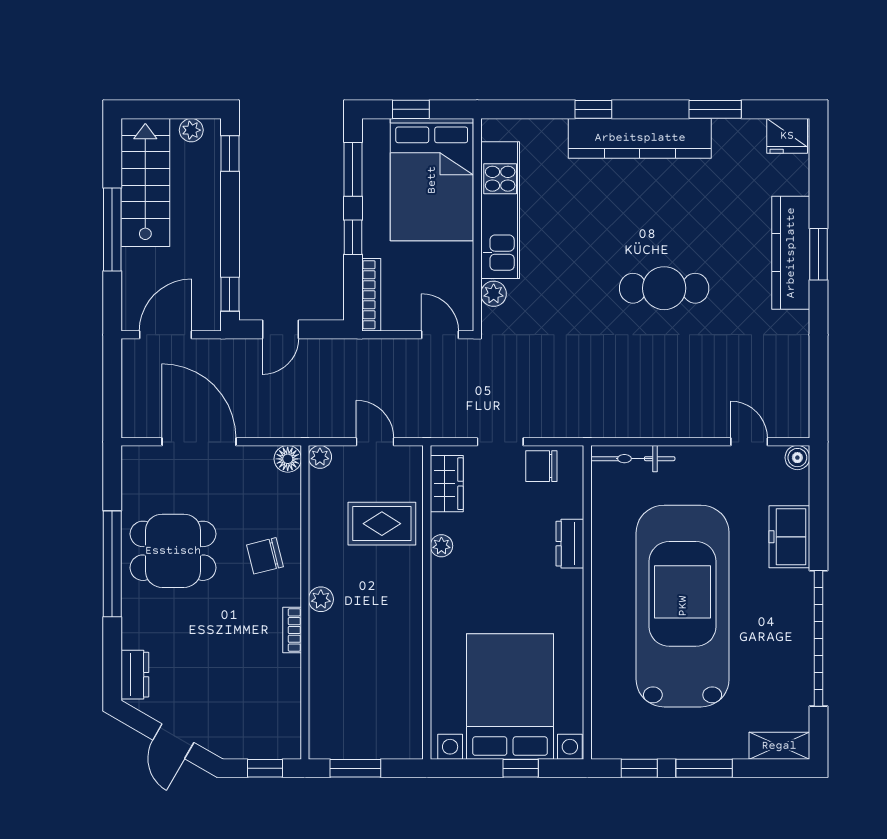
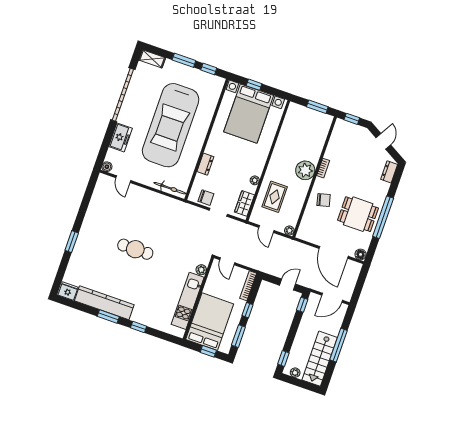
window: (715, 109) -> (108, 316), moved
kitchen counter: (640, 138) -> (104, 303), moved
kitchen counter: (791, 253) -> (82, 246), removed
floor lamp: (288, 459) -> (361, 254), moved
rug: (382, 524) -> (275, 197), turned 90
plant: (321, 599) -> (305, 170), width x1.87, depth x1.87

